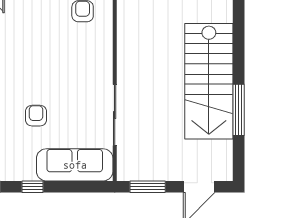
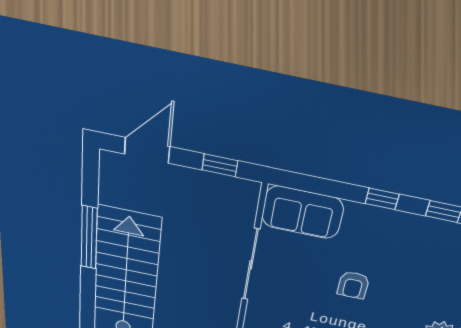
sofa: (75, 165) -> (302, 212), width x0.73
window: (148, 187) -> (220, 165), width x0.67

